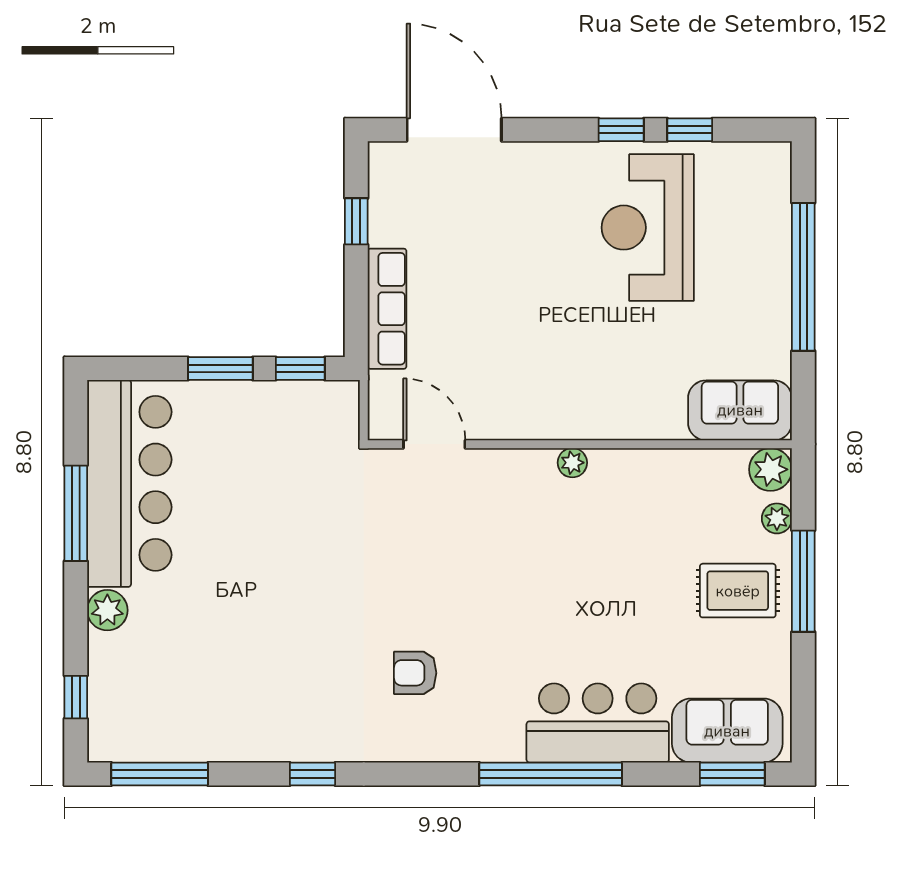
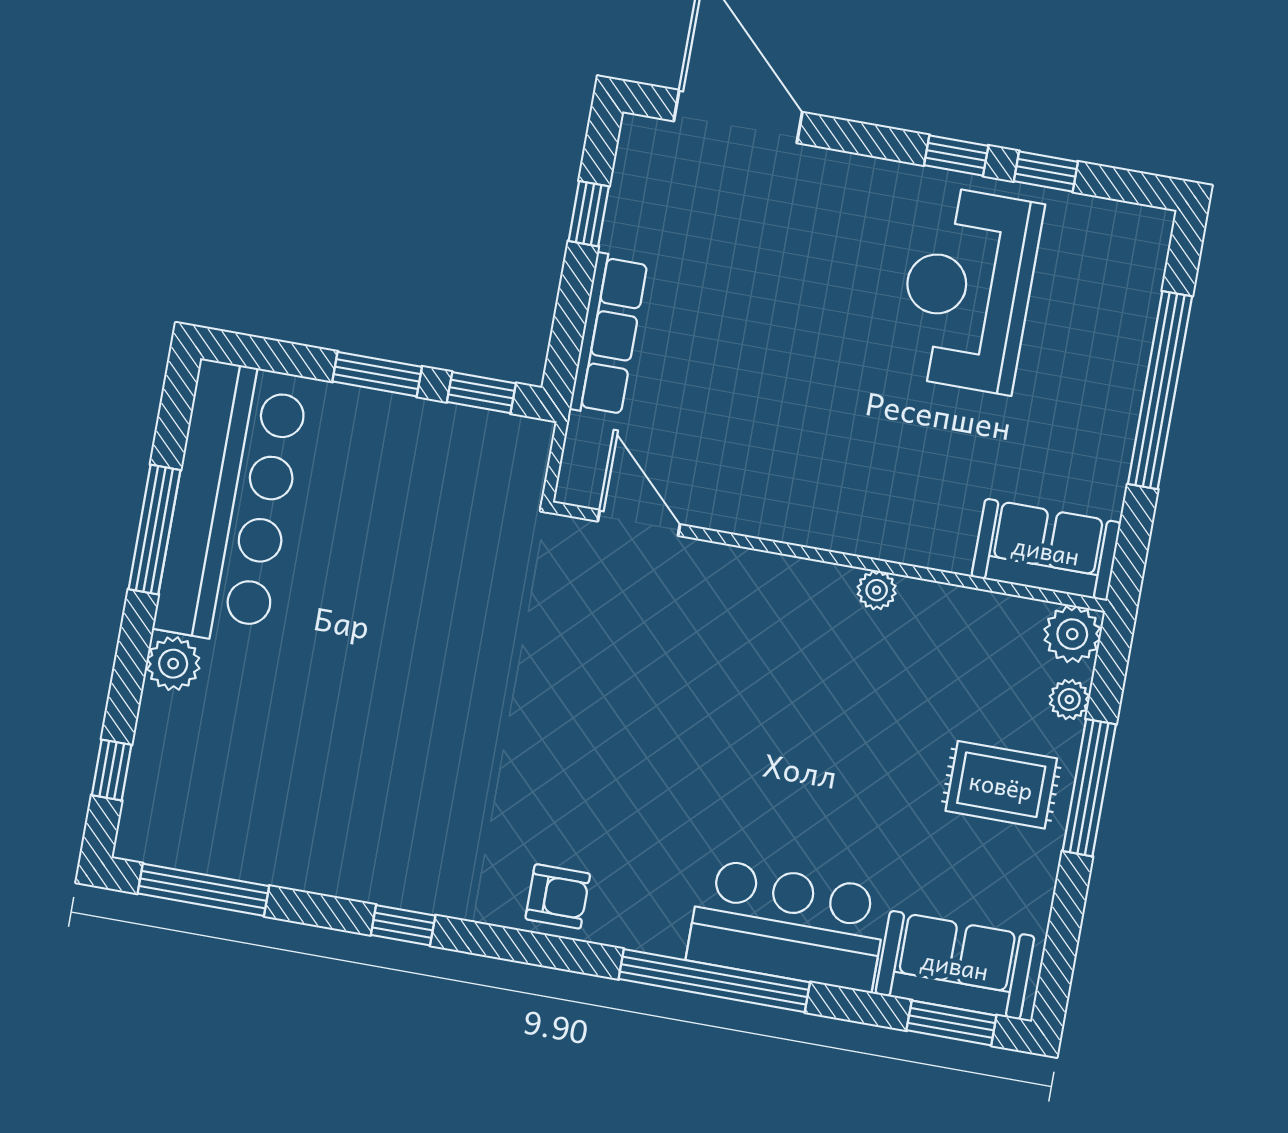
plant: (572, 463) -> (877, 590), moved
armchair: (415, 673) -> (558, 896), moved, turned 180

